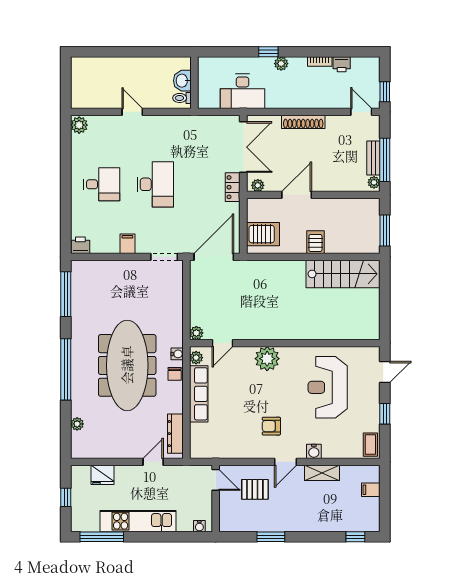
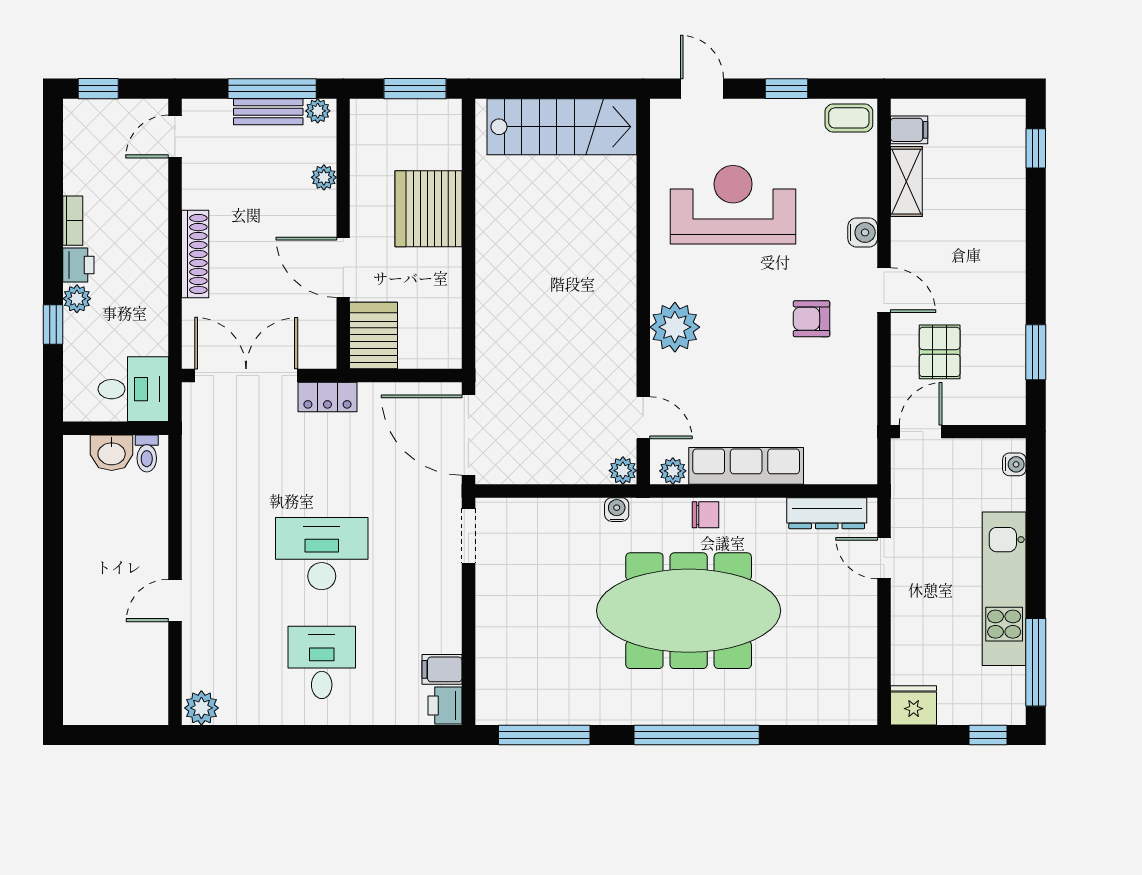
printer: (342, 64) -> (78, 265), moved
washbasin: (182, 81) -> (112, 453), moved
wall: (194, 83) -> (116, 428), moved
desk: (243, 91) -> (133, 389), width x0.73
window: (385, 92) -> (98, 89), moved
toilet: (182, 98) -> (147, 453), moved
plant: (258, 185) -> (324, 177), moved
server rack: (263, 234) -> (374, 336), moved
server rack: (315, 242) -> (428, 209), width x2.18, depth x1.44
filing cabinet: (127, 244) -> (442, 669), moved
stairs: (343, 274) -> (562, 127), moved, turned 90
water cooler: (177, 354) -> (617, 510), moved
reception desk: (328, 387) -> (733, 205), turned 180
plant: (77, 424) -> (807, 712), removed
armchair: (271, 426) -> (812, 319), turned 90
shelving: (322, 473) -> (906, 182), moved
fridge: (102, 475) -> (914, 705), moved, turned -90
filing cabinet: (371, 490) -> (909, 130), moved, turned -90
window: (66, 497) -> (988, 735), moved
window: (271, 537) -> (1036, 352), moved

